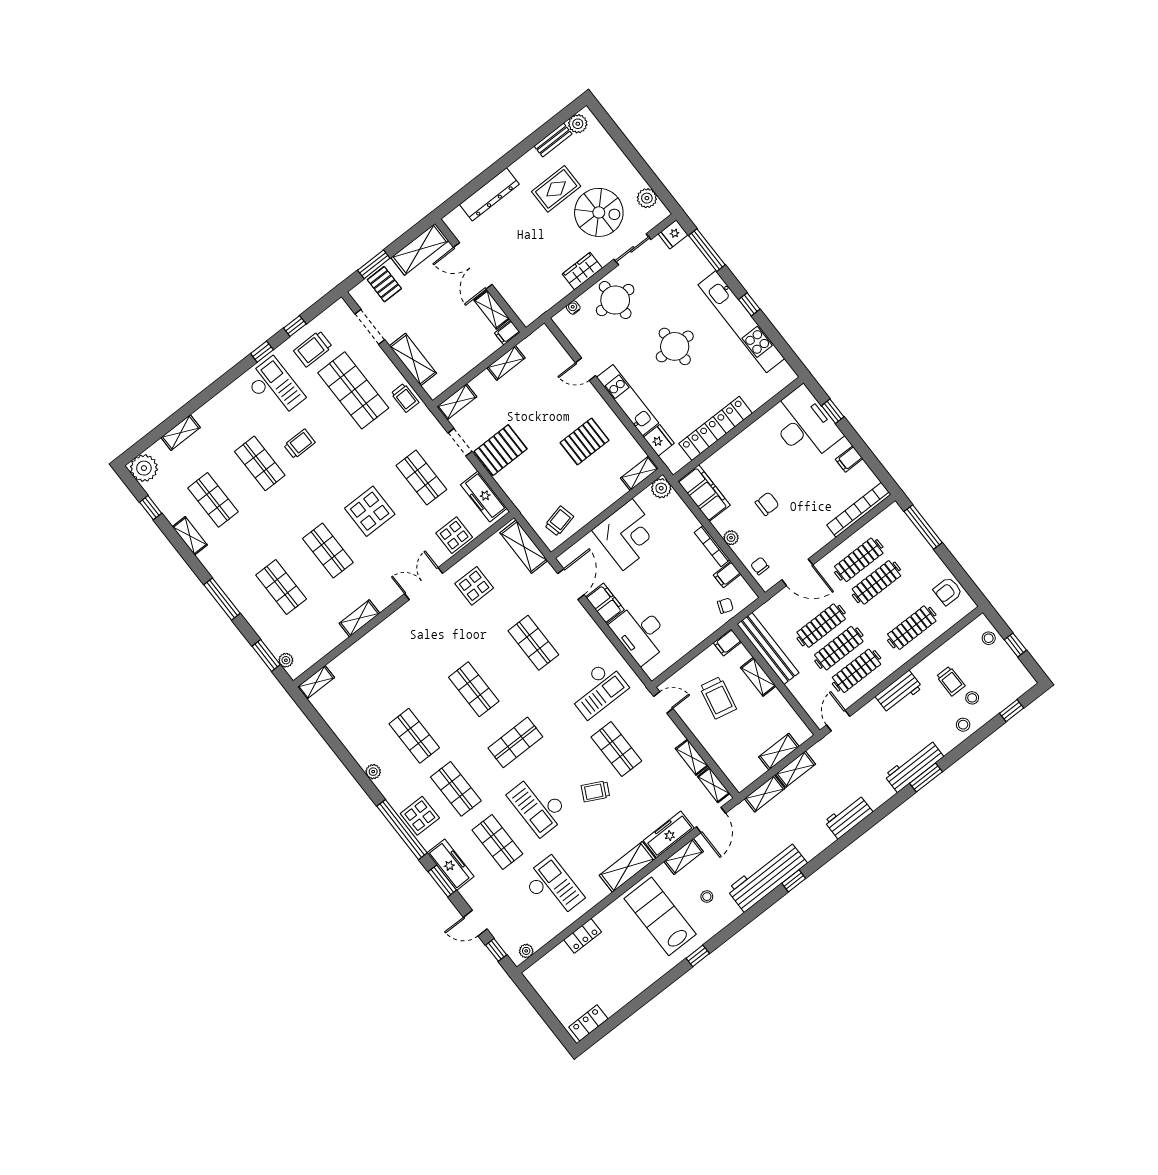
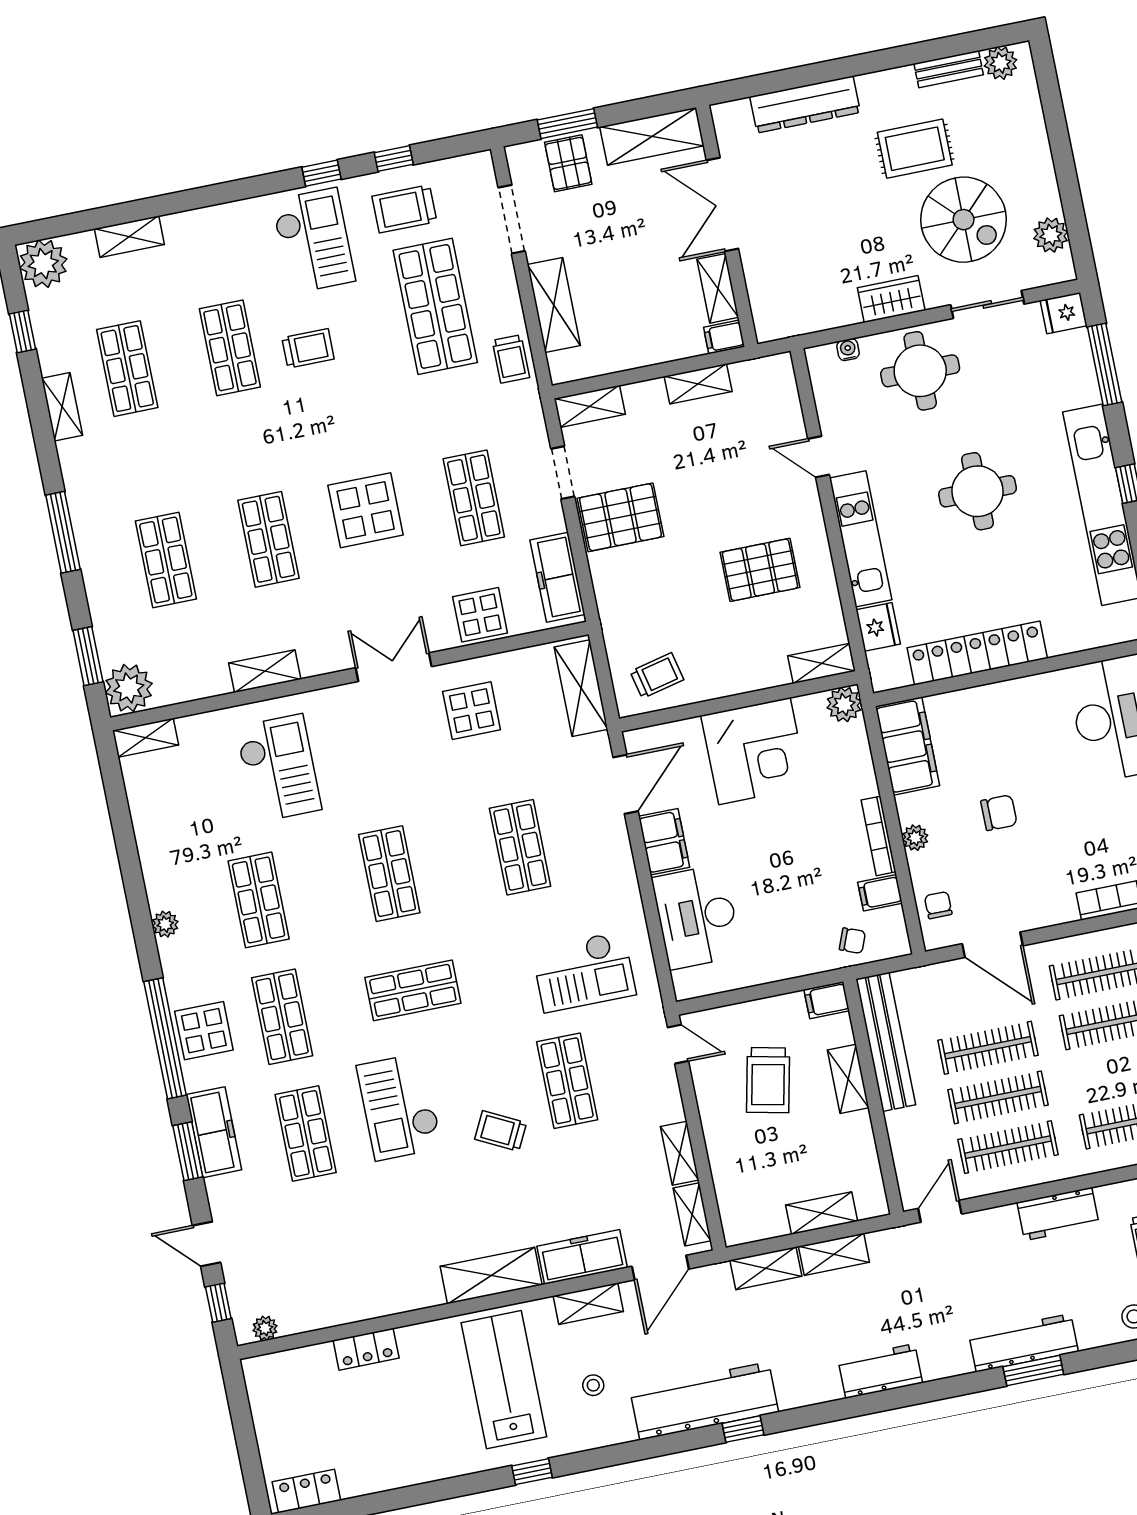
plant: (286, 660) -> (129, 688), width x1.88, depth x1.88
checkout: (553, 888) -> (279, 768), moved

